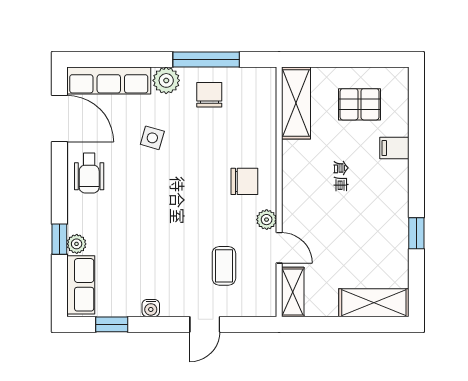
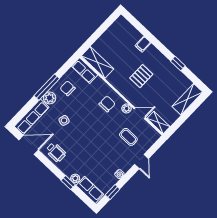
window: (206, 59) -> (47, 87), moved
row of seats: (263, 95) -> (85, 71), added
pallet: (360, 104) -> (141, 76), moved

